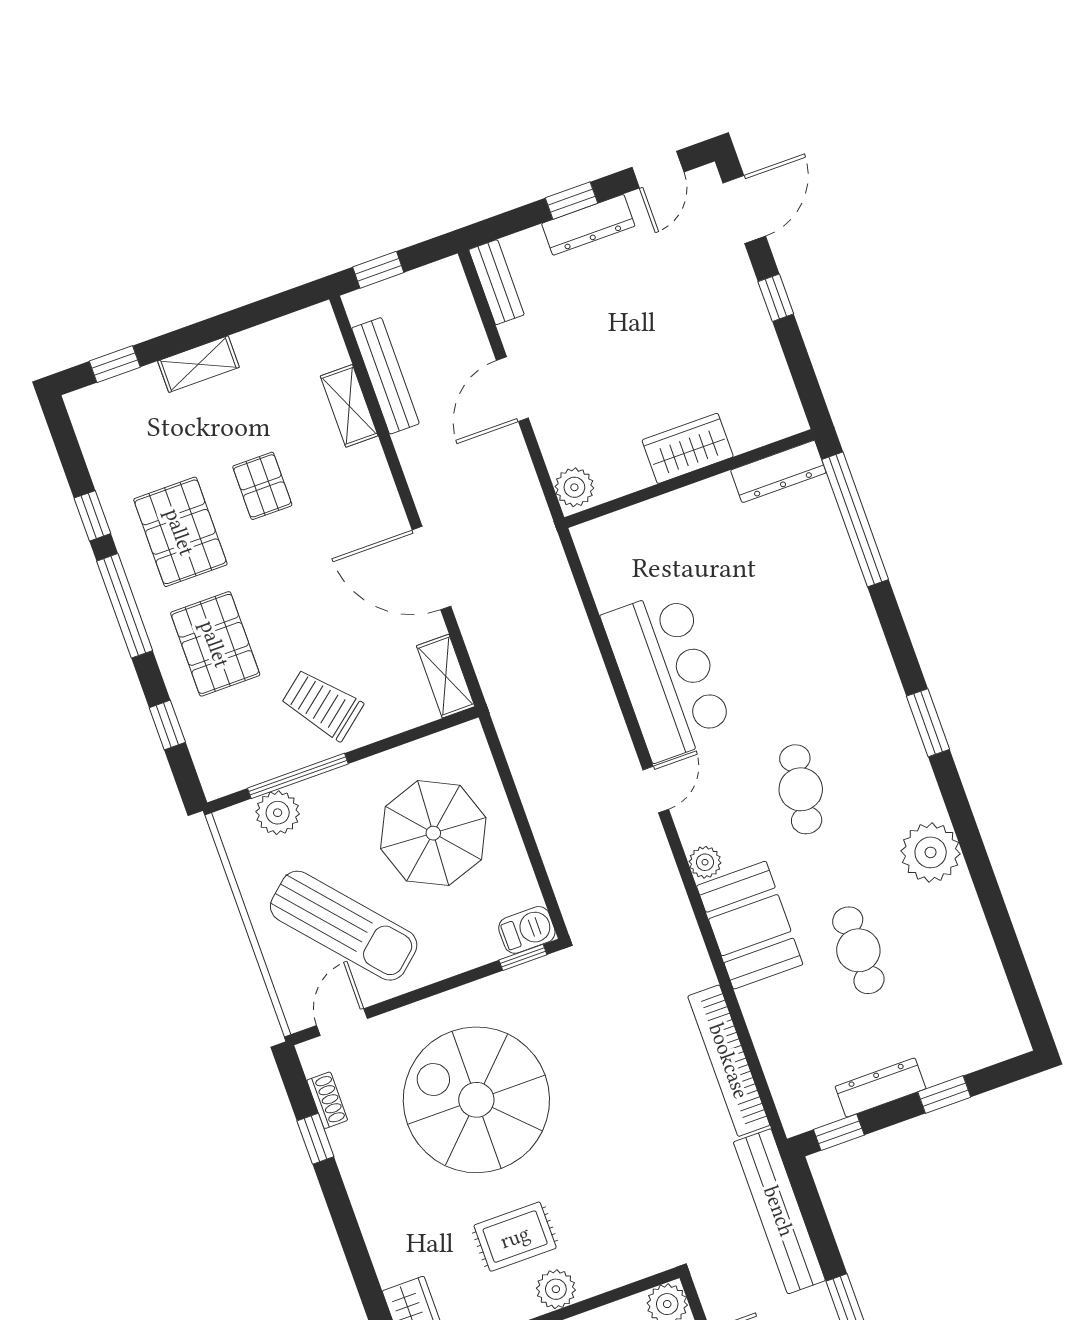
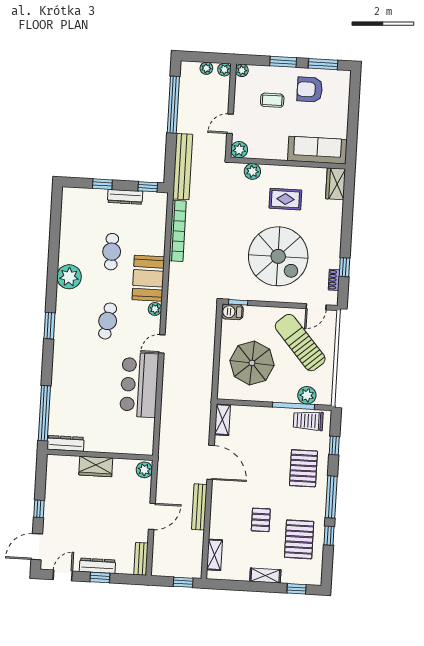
bench: (385, 376) -> (199, 507), moved
shelving: (349, 406) -> (215, 555), moved
pallet: (180, 532) -> (299, 539), moved
trolley: (322, 705) -> (308, 421), moved, turned 129
plant: (556, 1289) -> (252, 171), moved

